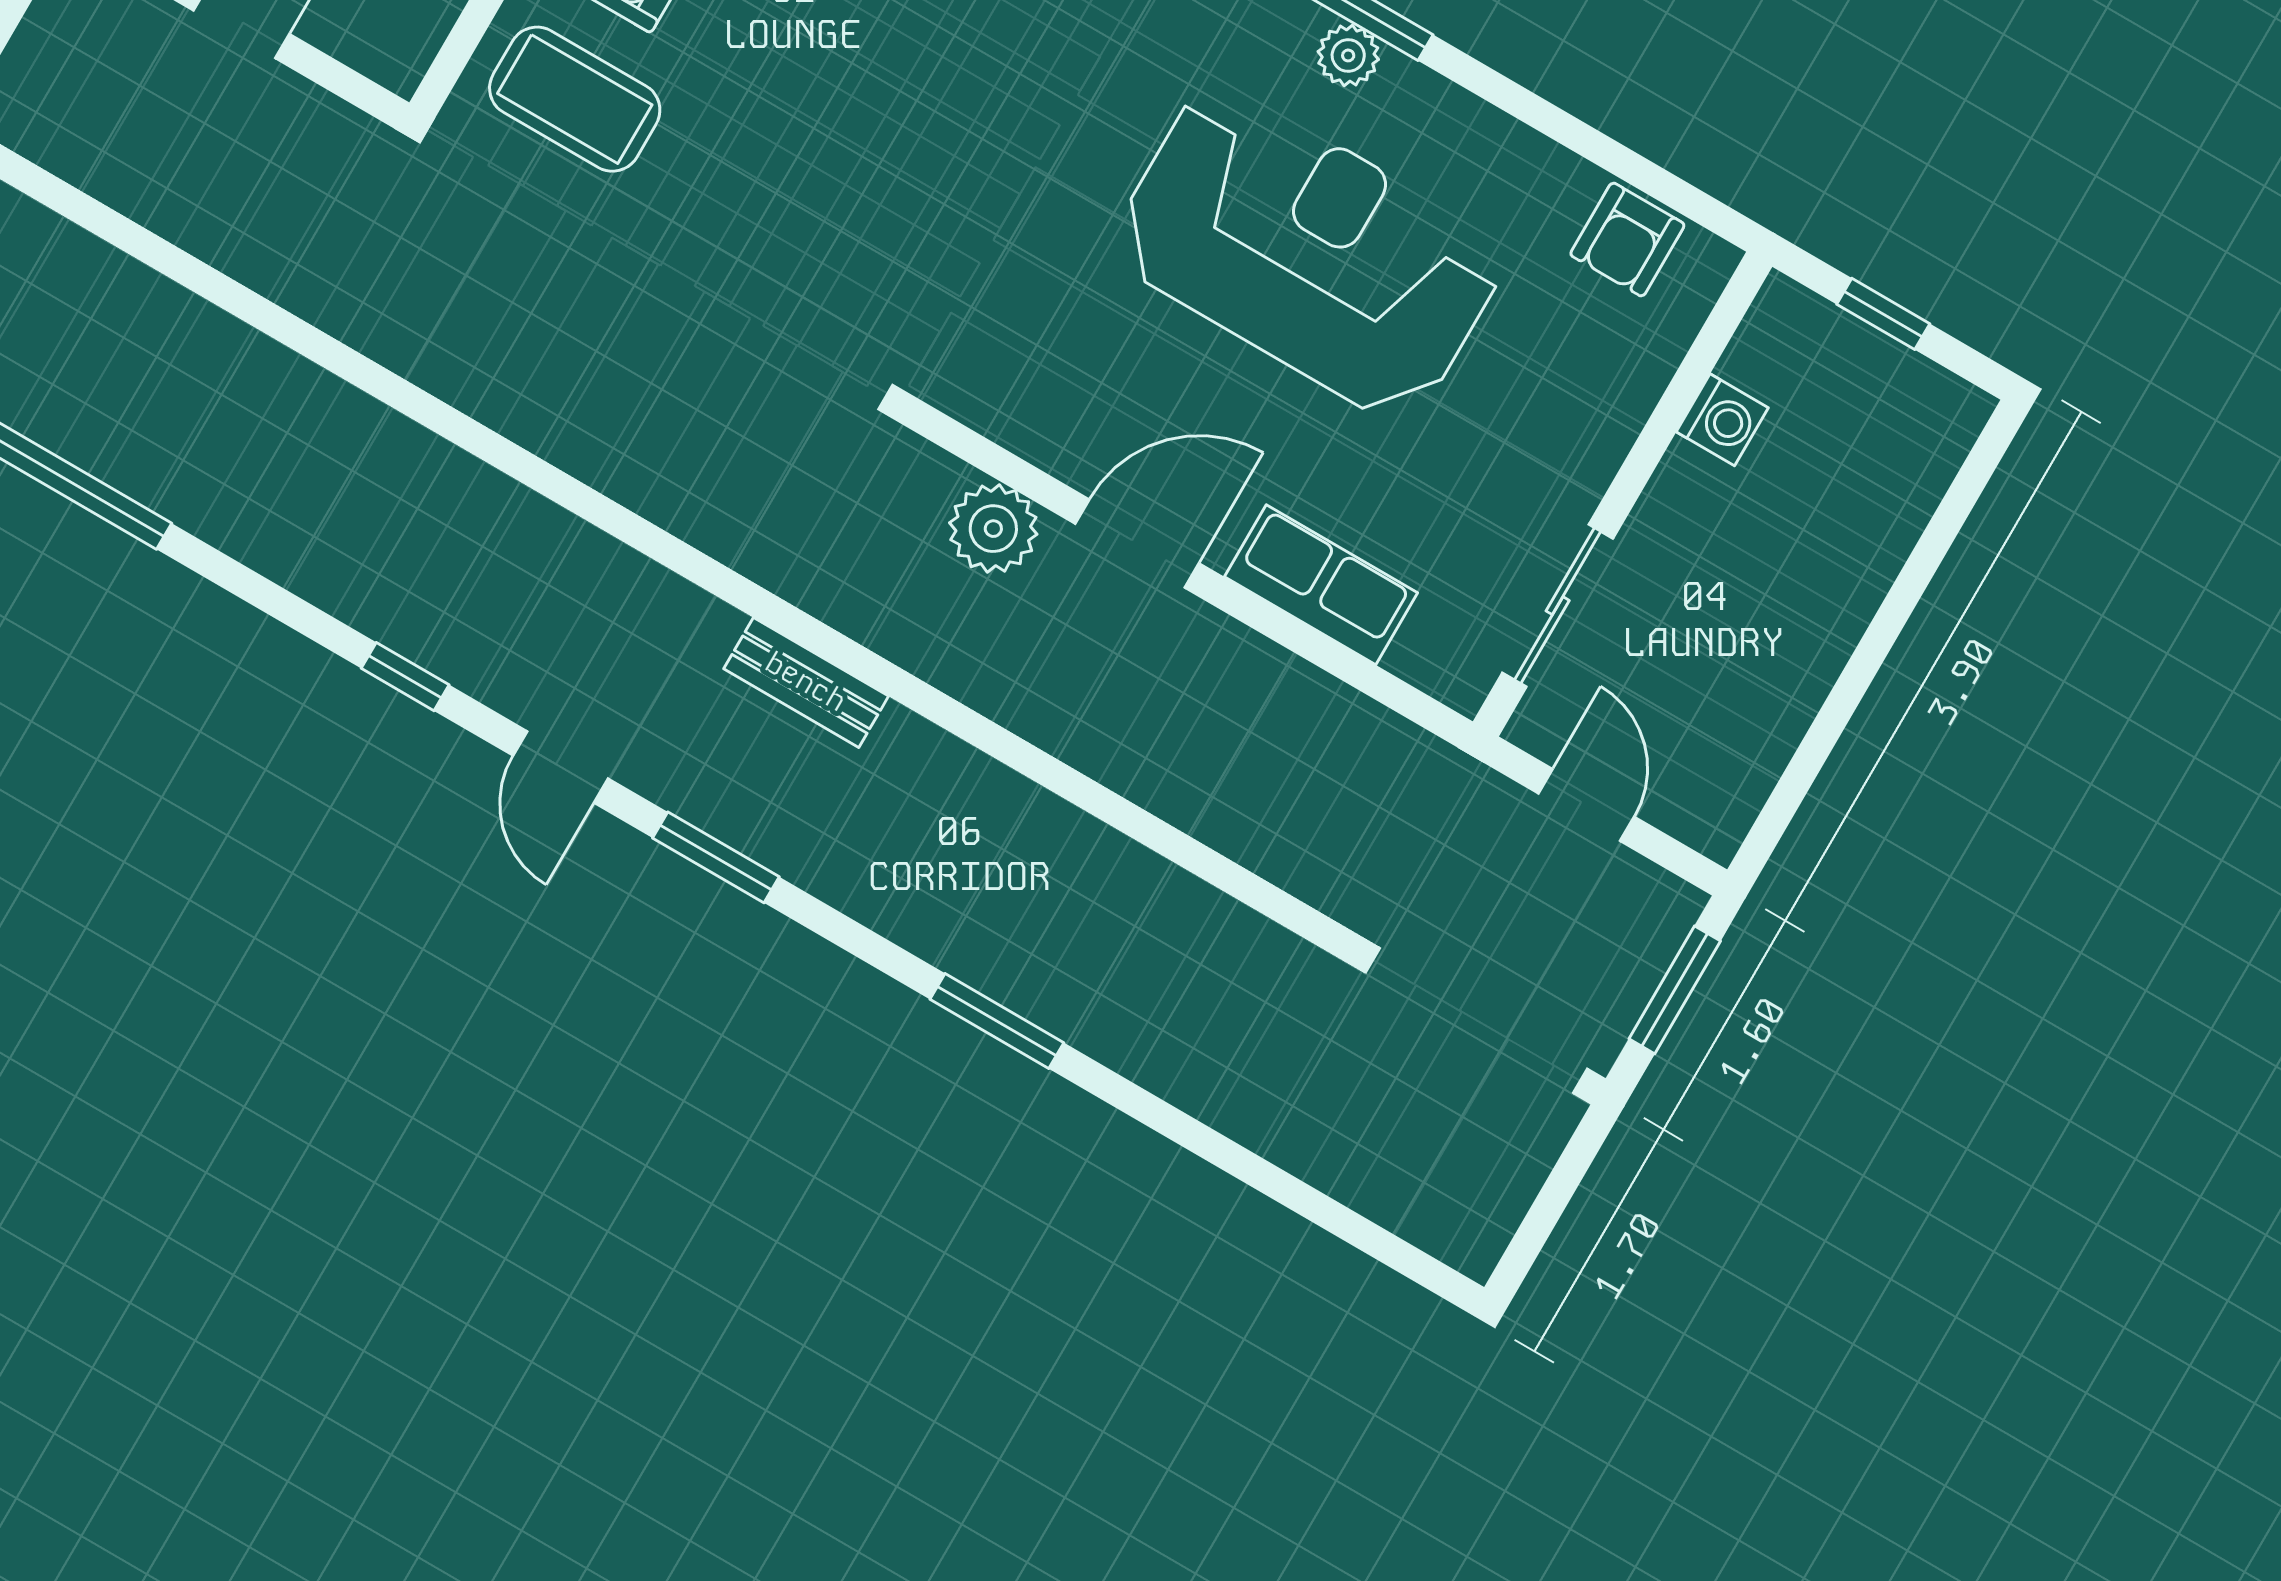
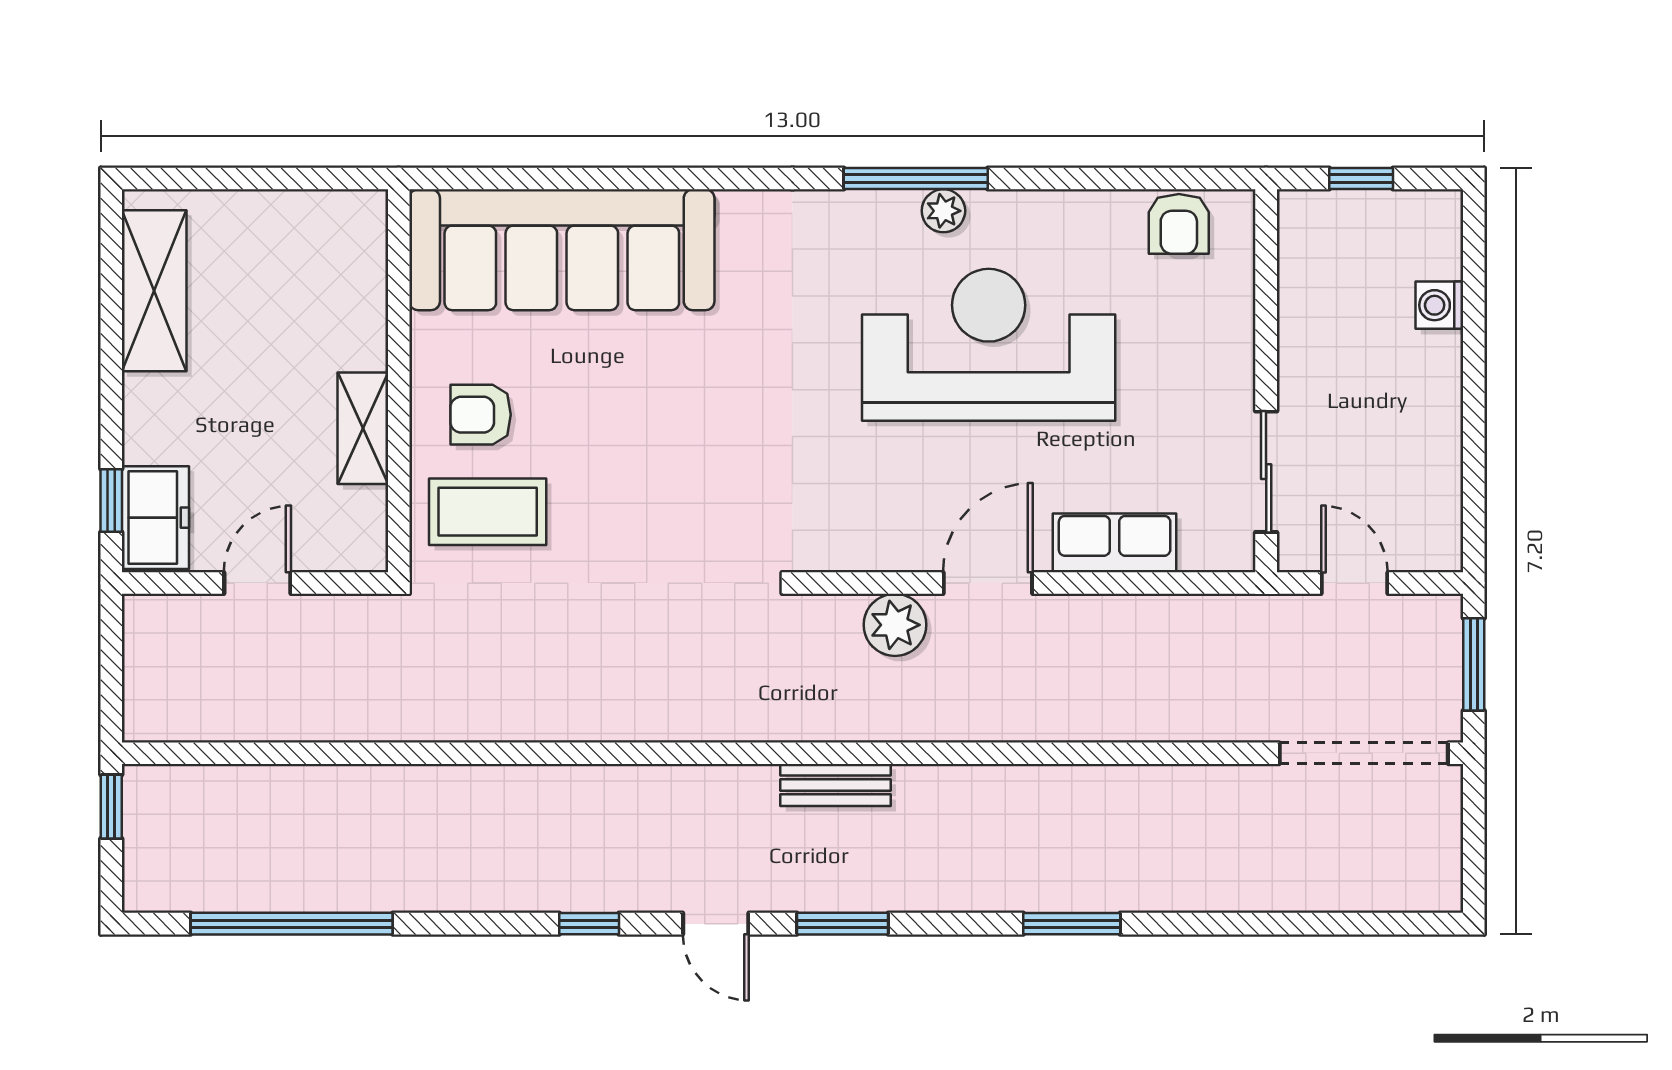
washing machine: (1722, 420) -> (1439, 305), moved, turned 180

